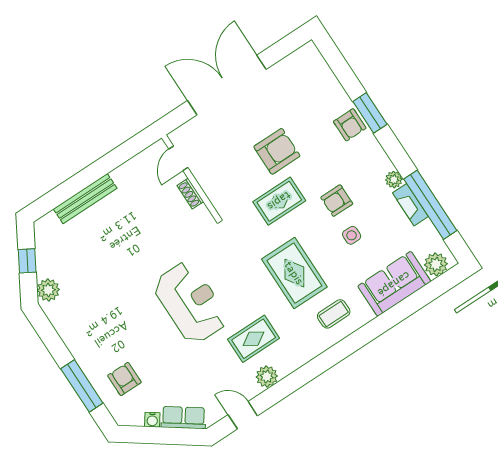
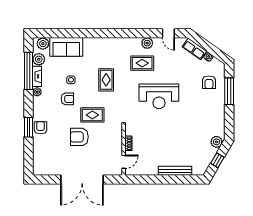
plant: (426, 235) -> (39, 59), added
rug: (294, 273) -> (106, 80), width x0.73, depth x0.70
reception desk: (191, 302) -> (159, 96), turned -90
coffee table: (334, 314) -> (101, 51), removed

